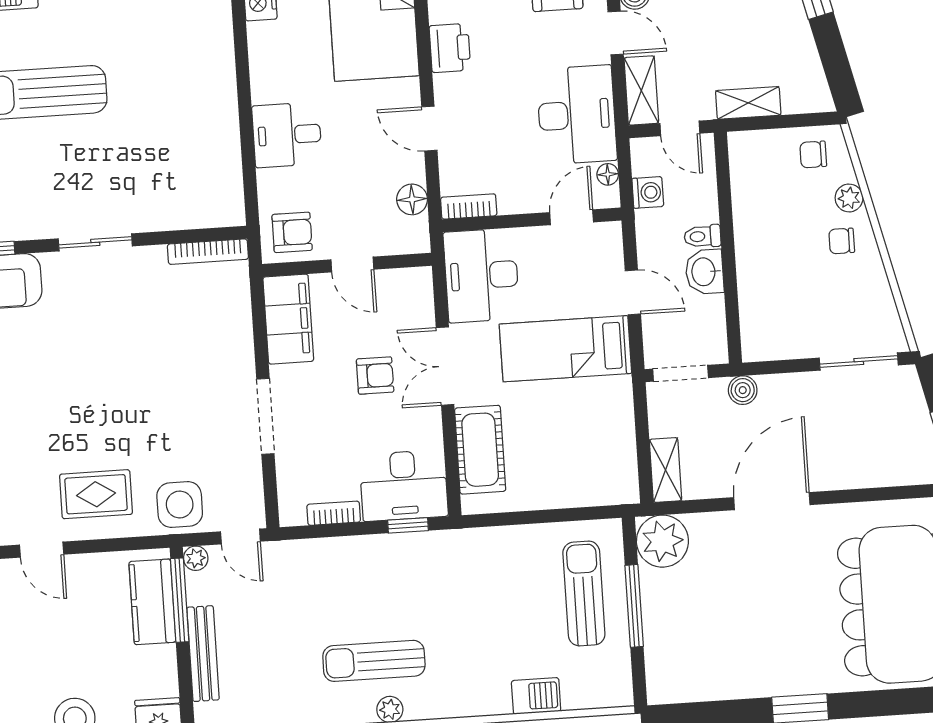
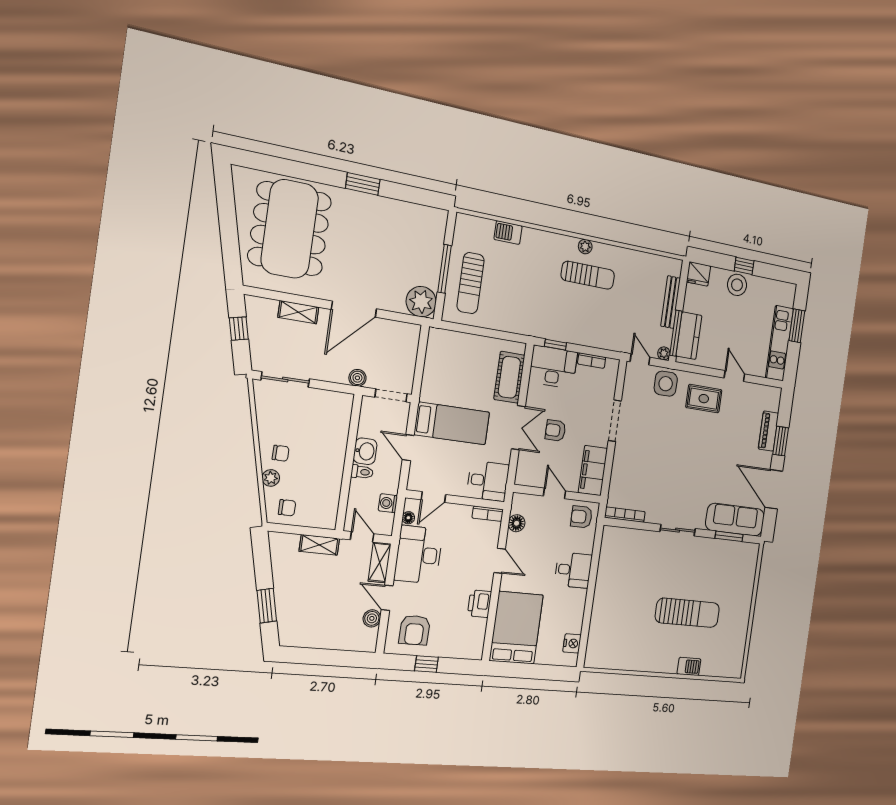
desk: (481, 275) -> (488, 481), width x0.73
shelving: (665, 470) -> (298, 312), moved, turned 90

